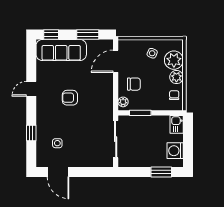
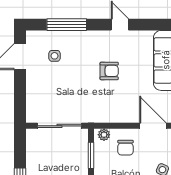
armchair: (70, 98) -> (109, 71), turned 90
window: (31, 133) -> (67, 25), width x2.17

